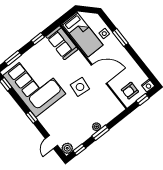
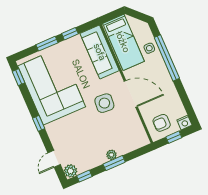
window: (120, 38) -> (167, 58), width x2.11
sofa: (62, 43) -> (100, 52), width x1.36
window: (13, 58) -> (47, 44), moved

